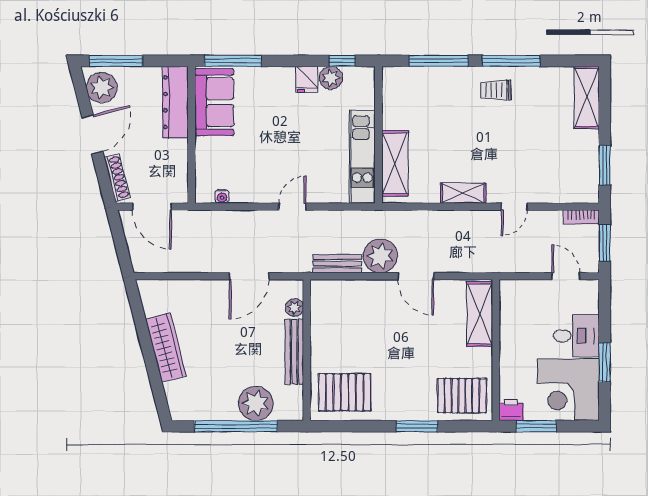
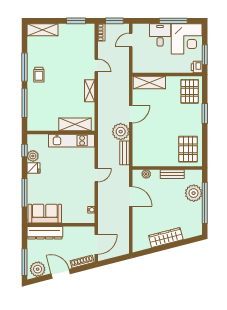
window: (233, 61) -> (24, 193), moved
door: (292, 207) -> (96, 175), swing flipped
bench: (294, 352) -> (172, 174), width x0.73
window: (605, 362) -> (173, 21), width x1.44

